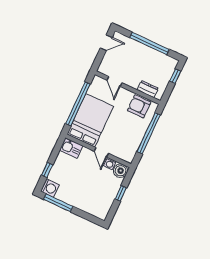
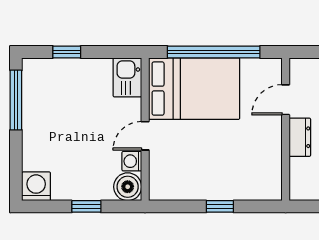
dresser: (148, 89) -> (300, 137), moved
armchair: (139, 106) -> (261, 166), removed
window: (149, 133) -> (220, 206), width x0.32
washing machine: (50, 188) -> (36, 186), moved, turned 180

